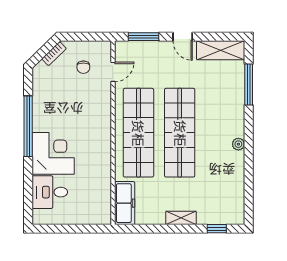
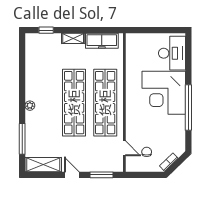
door: (113, 72) -> (124, 148), swing flipped
plant: (238, 144) -> (30, 106), moved
corner desk: (53, 153) -> (164, 93), width x1.36, depth x1.36
desk: (50, 192) -> (172, 53), width x1.37
freezer: (125, 203) -> (102, 41), moved, turned -90

